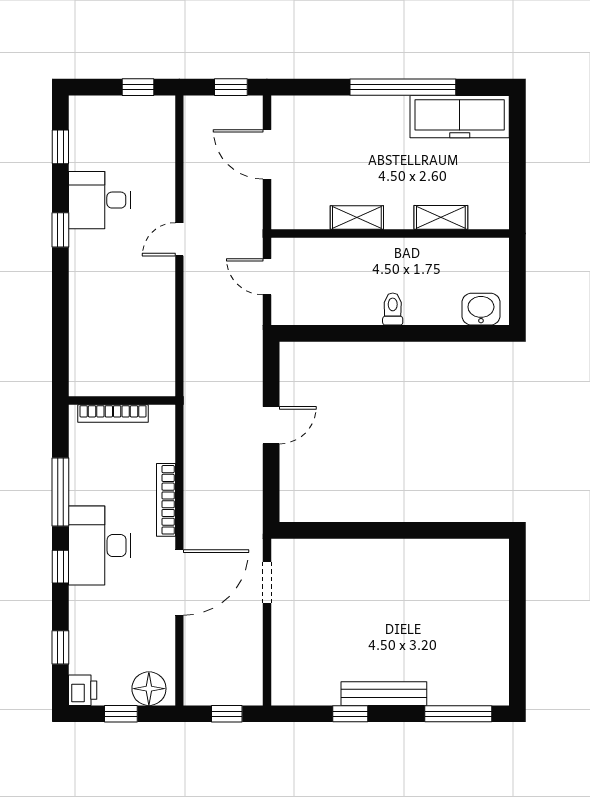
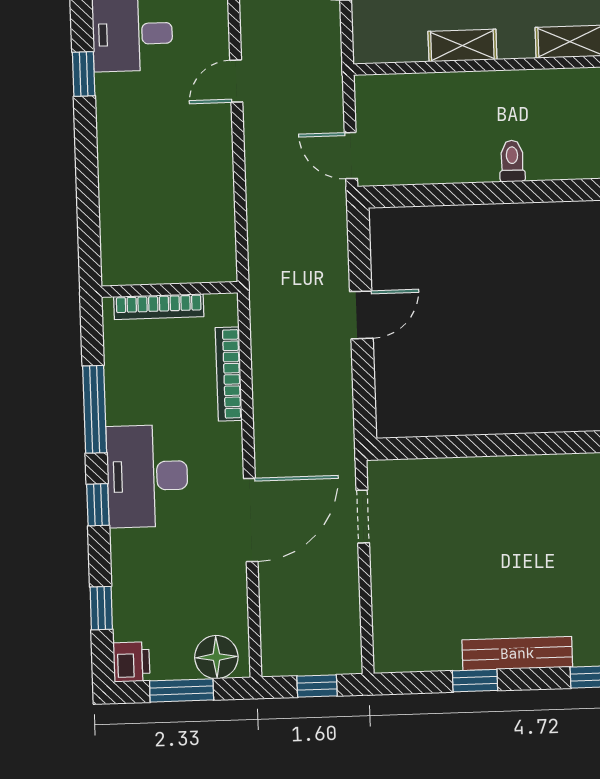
door: (267, 277) -> (351, 156), moved
bookcase: (166, 500) -> (229, 374), moved
window: (121, 714) -> (182, 690), width x1.50

